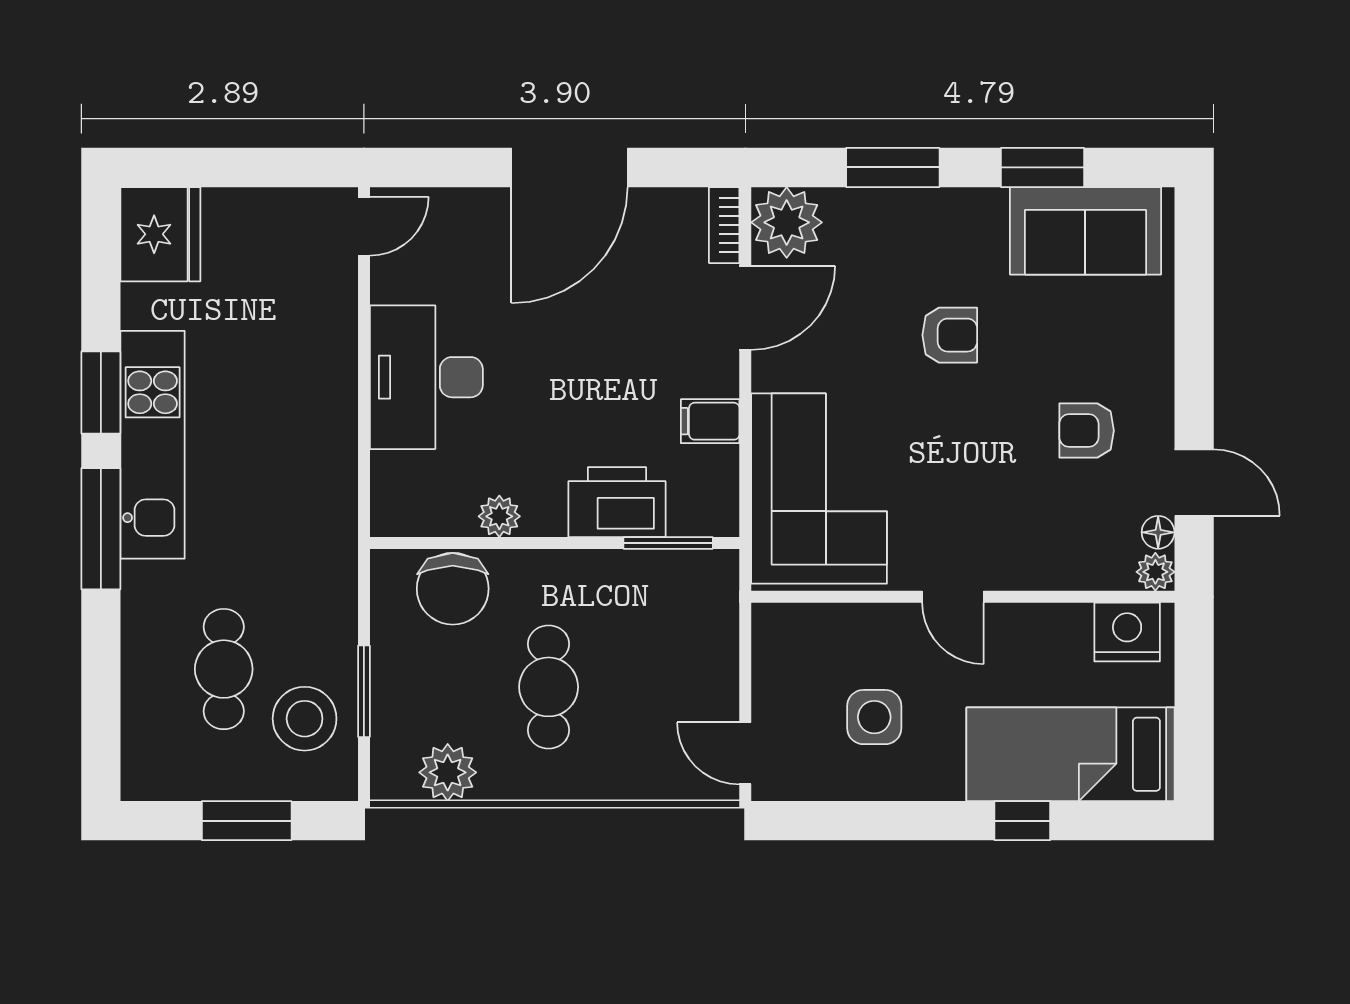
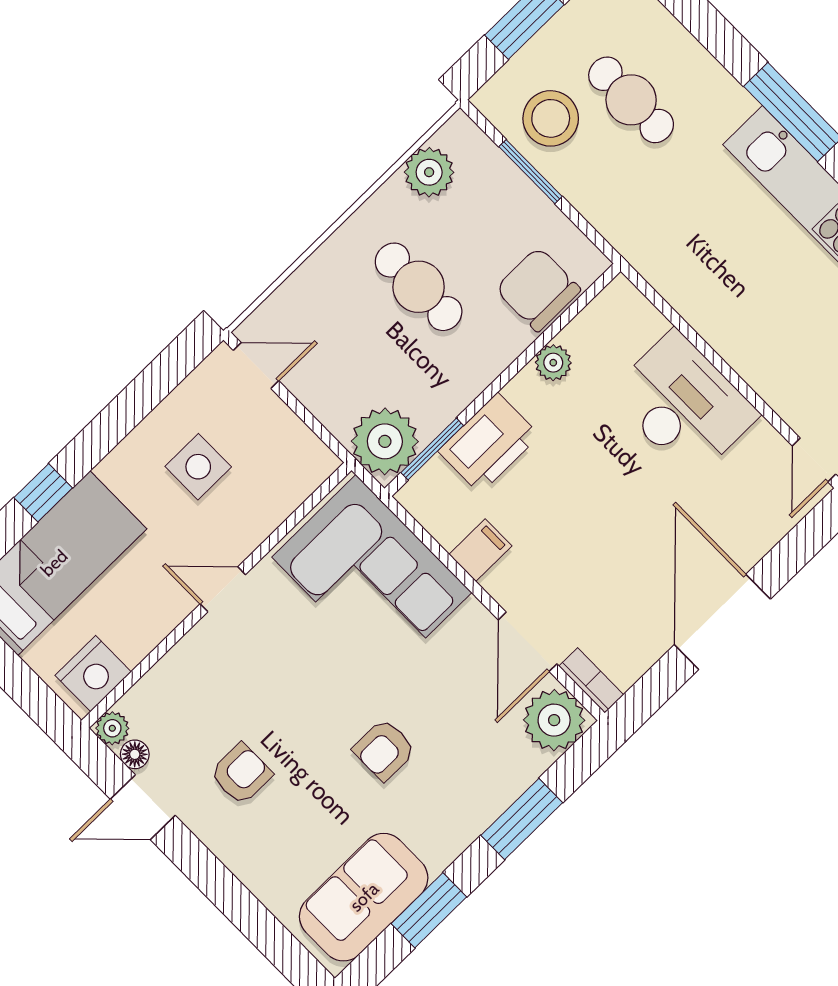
plant: (701, 587) -> (385, 441), added

